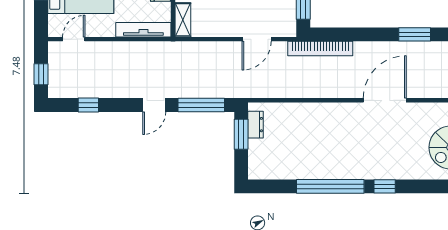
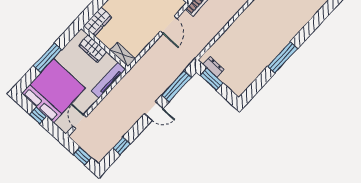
door: (154, 105) -> (154, 111), hinge flipped
window: (330, 186) -> (283, 57), width x0.68
window: (385, 186) -> (309, 29), removed

